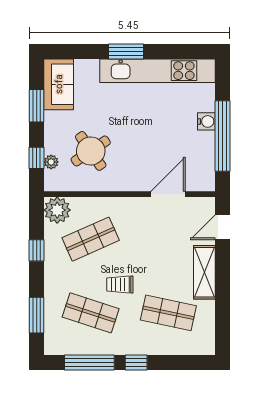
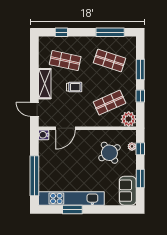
window: (126, 51) -> (72, 209), moved
water cooler: (206, 121) -> (44, 135), moved
window: (222, 136) -> (34, 176), moved
door: (222, 227) -> (34, 109), swing flipped
trolley: (120, 284) -> (74, 87), moved
window: (37, 315) -> (140, 70), moved
window: (136, 362) -> (61, 32), moved

